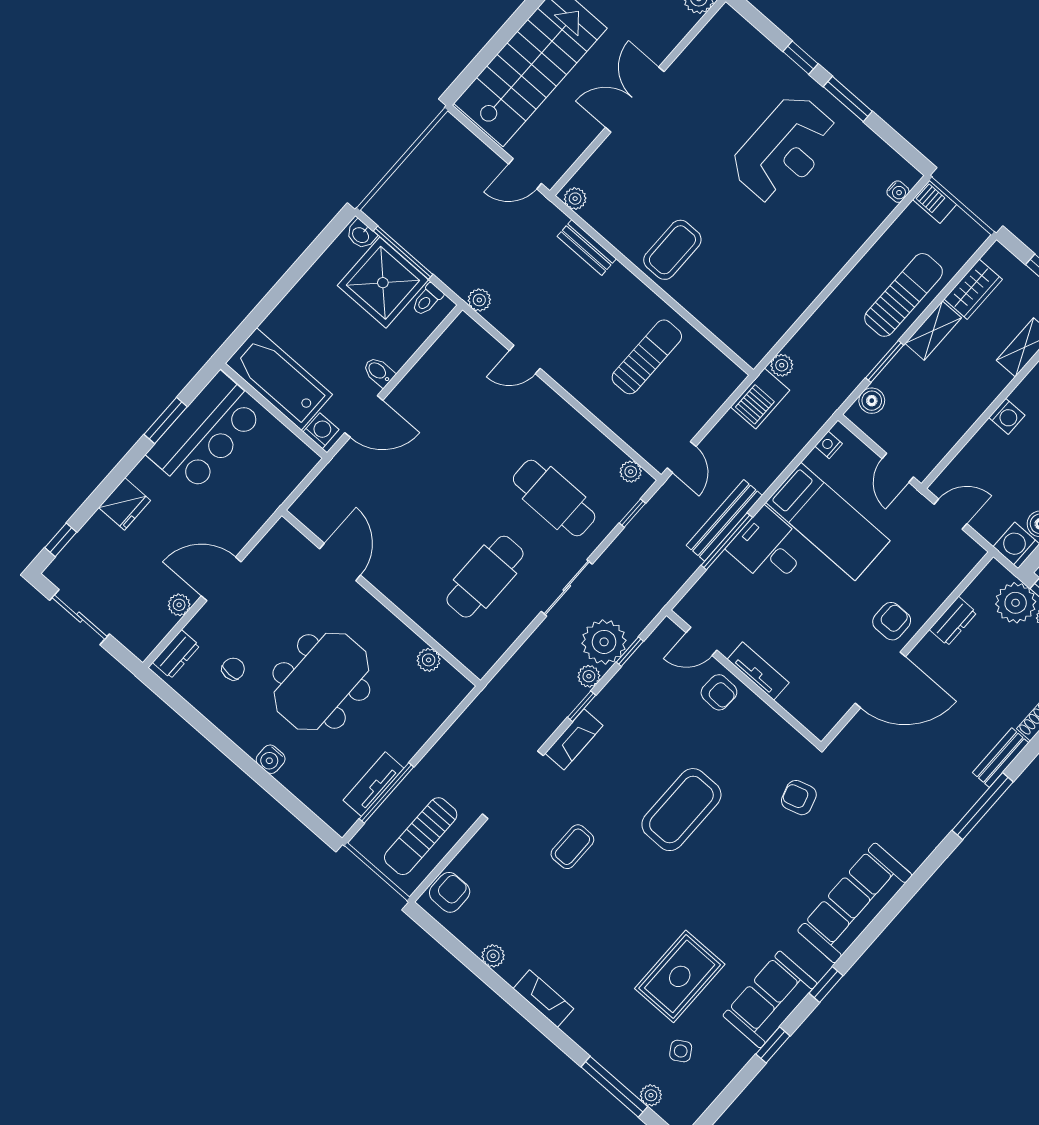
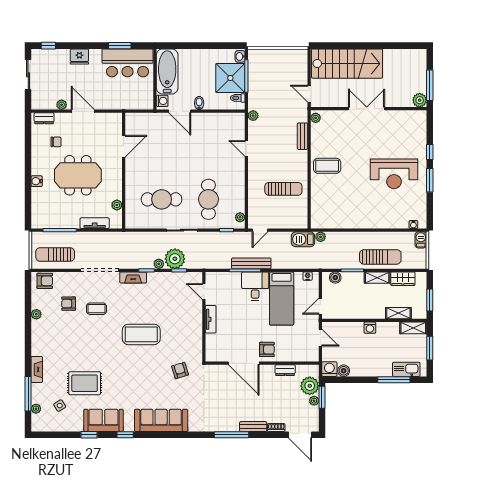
armchair: (719, 692) -> (69, 304), moved, turned 88
tv unit: (373, 784) -> (95, 223), moved
fireplace: (544, 999) -> (37, 369), moved

